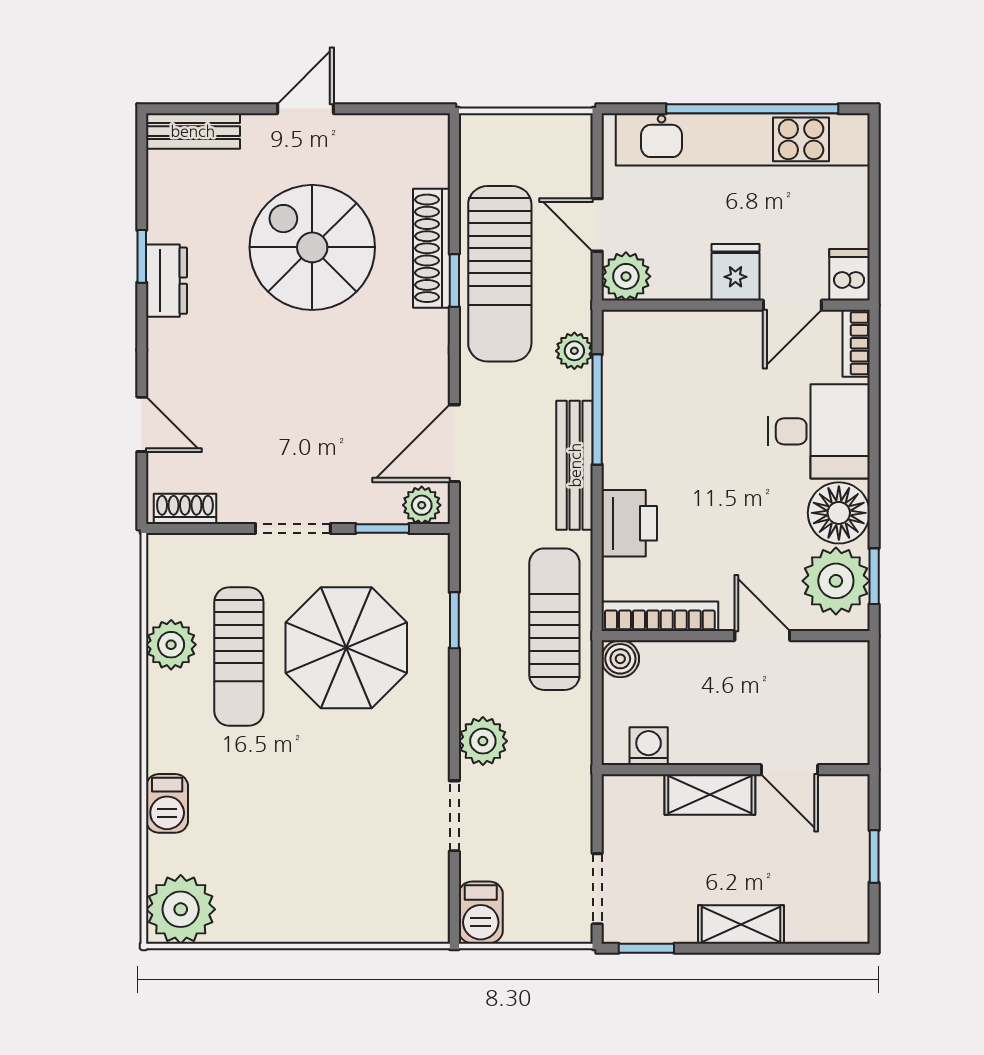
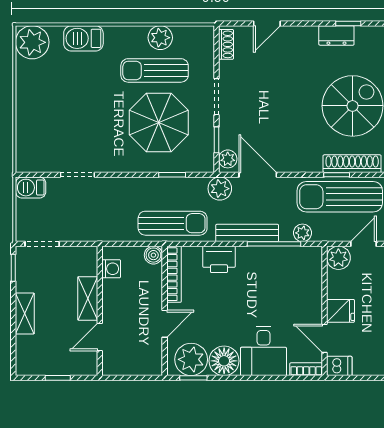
plant: (483, 741) -> (220, 189), moved
barbecue: (167, 803) -> (83, 38), width x1.38, depth x1.27

